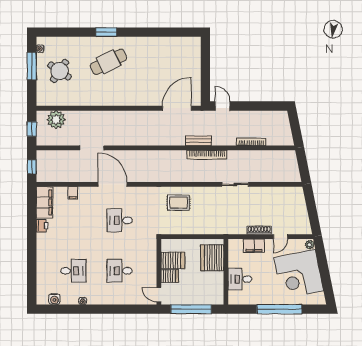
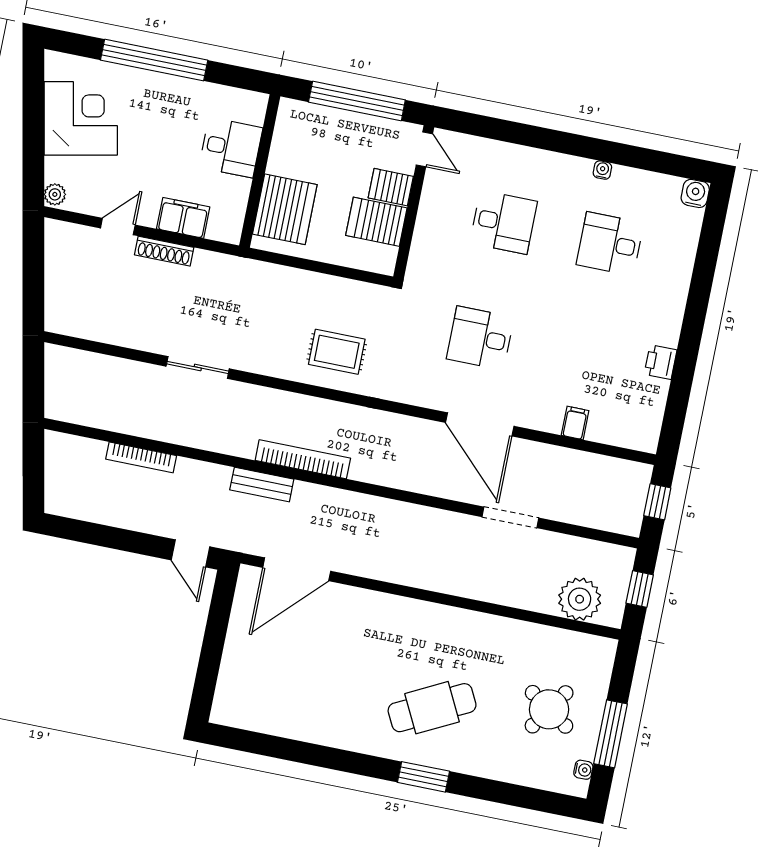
bookcase: (207, 155) -> (303, 459), moved
filing cabinet: (45, 202) -> (644, 414), removed
desk: (120, 220) -> (480, 338), turned 180
corner desk: (299, 274) -> (81, 118), width x0.74, depth x0.74
water cooler: (54, 299) -> (695, 193), moved

